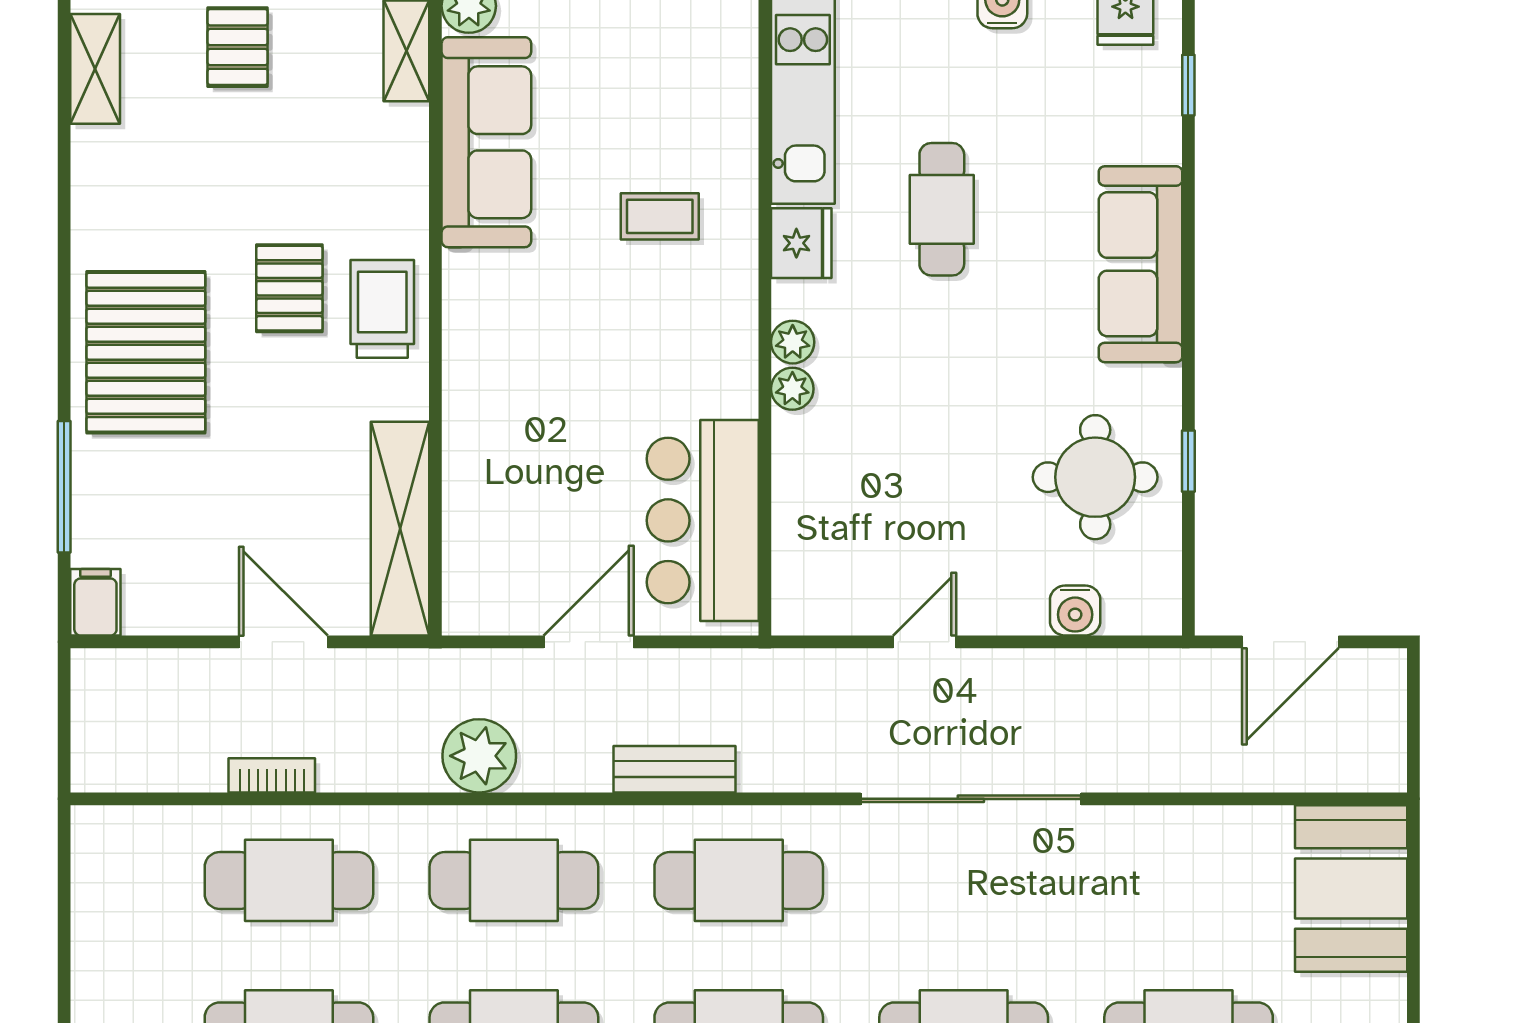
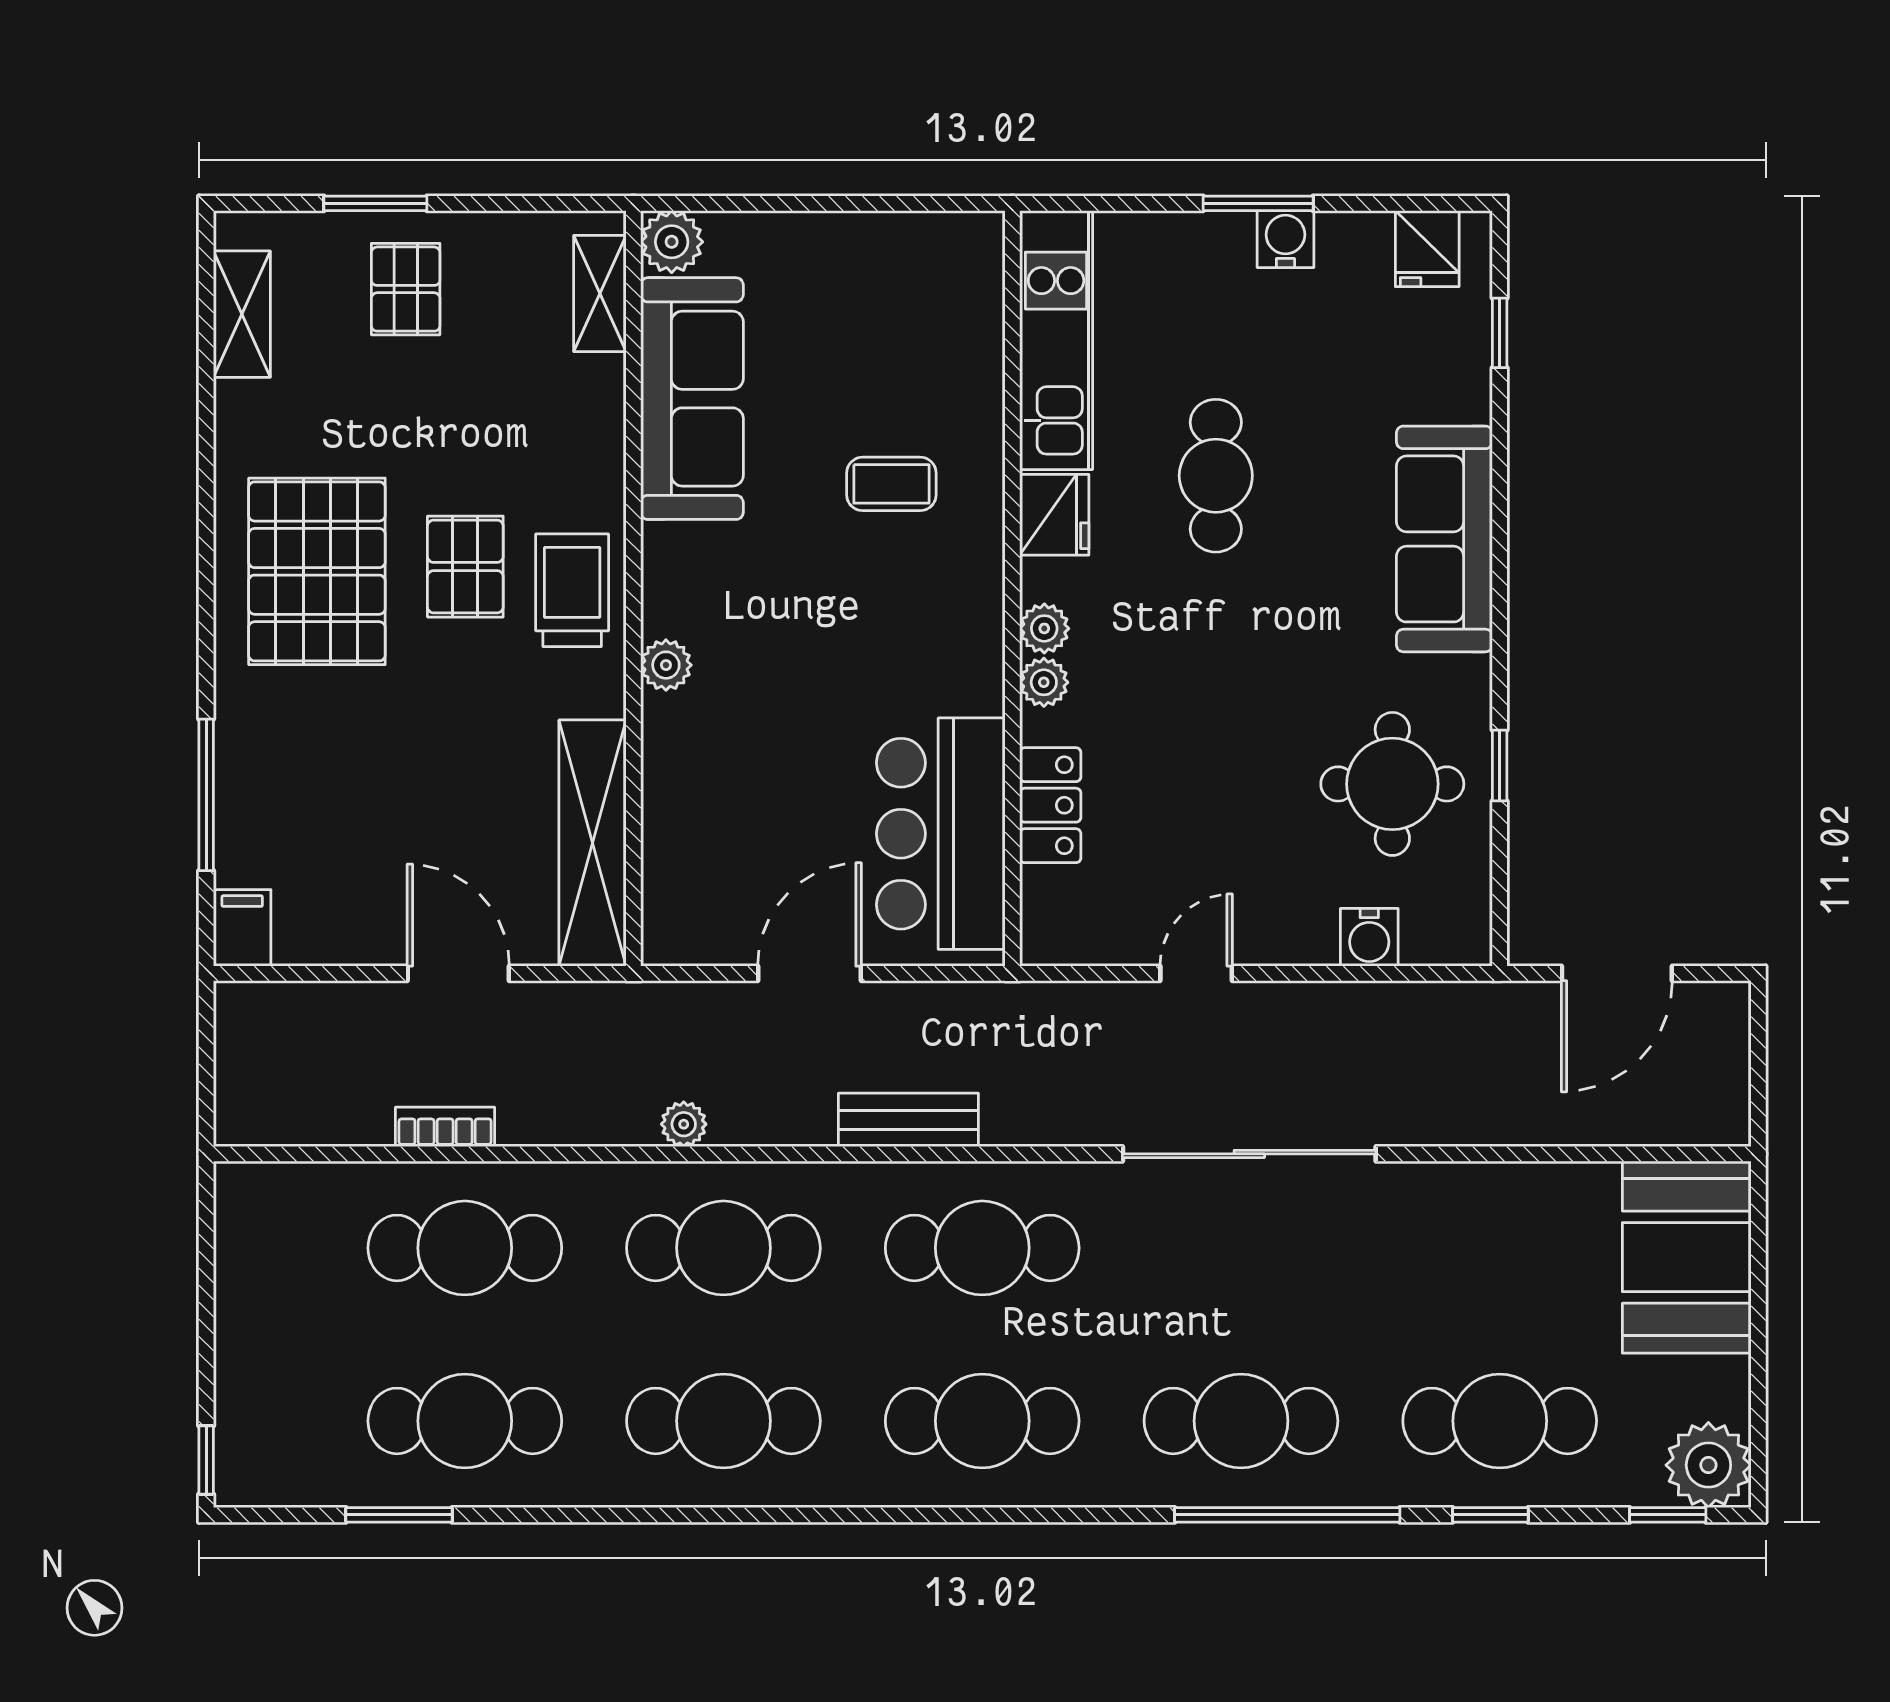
pallet: (146, 352) -> (317, 571), moved
plant: (464, 374) -> (666, 665), added
locker: (798, 496) -> (1050, 805), added
plant: (479, 756) -> (684, 1124), width x0.53, depth x0.53

